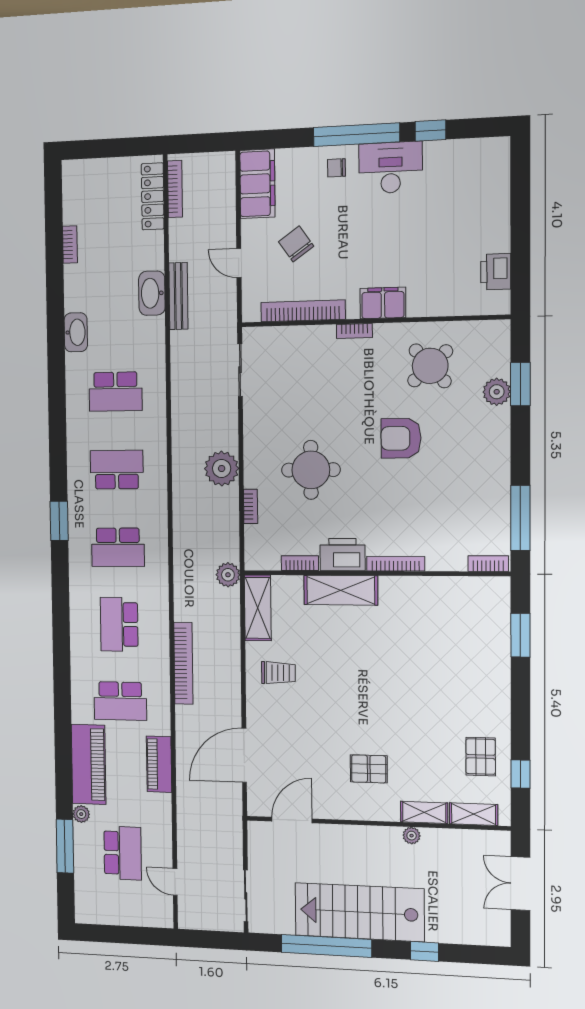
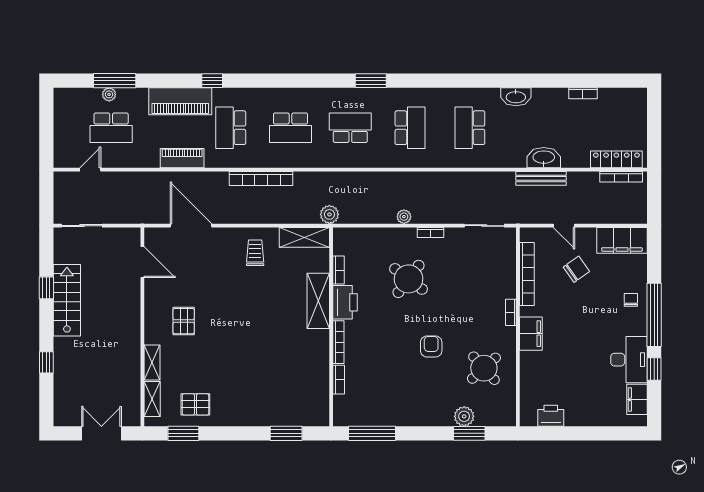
filing cabinet: (473, 152) -> (637, 399), added
desk: (391, 168) -> (629, 360), moved
door: (239, 263) -> (564, 226), swing flipped
armchair: (401, 438) -> (431, 347), width x0.72, depth x0.72
plant: (222, 469) -> (404, 217), width x0.53, depth x0.53
round table: (311, 470) -> (409, 279), turned 37
bookcase: (251, 506) -> (430, 233), moved
school desk: (118, 547) -> (350, 128), turned 90
bookcase: (488, 564) -> (339, 380), moved
school desk: (119, 624) -> (290, 128), turned 180
trolley: (278, 673) -> (255, 253), turned 180
window: (63, 723) -> (212, 81), added
window: (520, 774) -> (183, 433), width x1.50
plant: (81, 814) -> (109, 94), moved
plant: (412, 836) -> (134, 353), removed
stairs: (359, 912) -> (67, 300), width x0.73, depth x0.66
window: (326, 946) -> (46, 288), width x0.32

